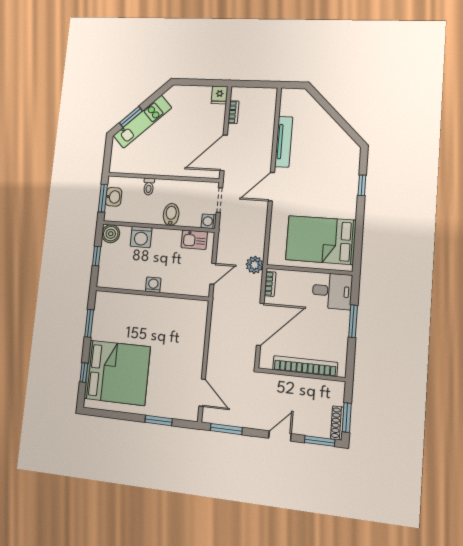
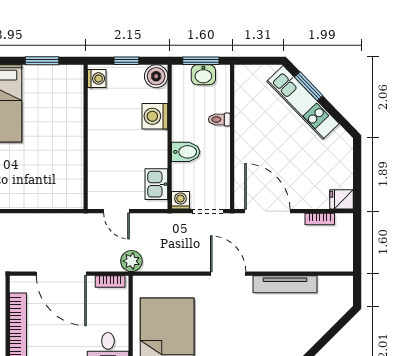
washing machine: (153, 285) -> (97, 78), moved

